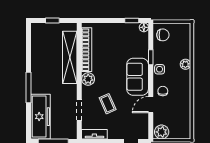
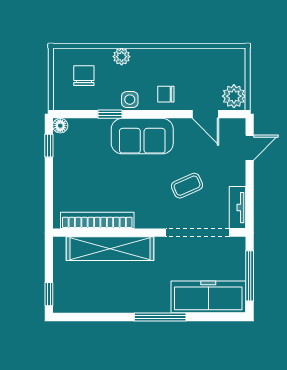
window: (52, 20) -> (49, 294), moved
chair: (163, 35) -> (84, 76), moved
plant: (88, 79) -> (146, 218), removed
door: (151, 105) -> (205, 114), moved
doorway: (79, 110) -> (197, 233), width x1.88

